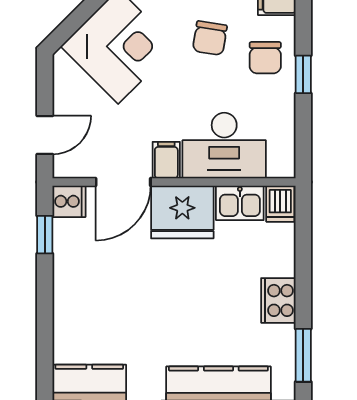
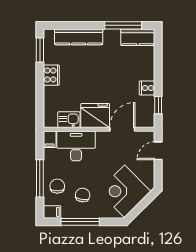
window: (303, 74) -> (40, 178), width x2.17
filing cabinet: (166, 160) -> (50, 139), moved
cooker: (69, 201) -> (147, 88), moved
dishwasher: (280, 204) -> (50, 119), removed

